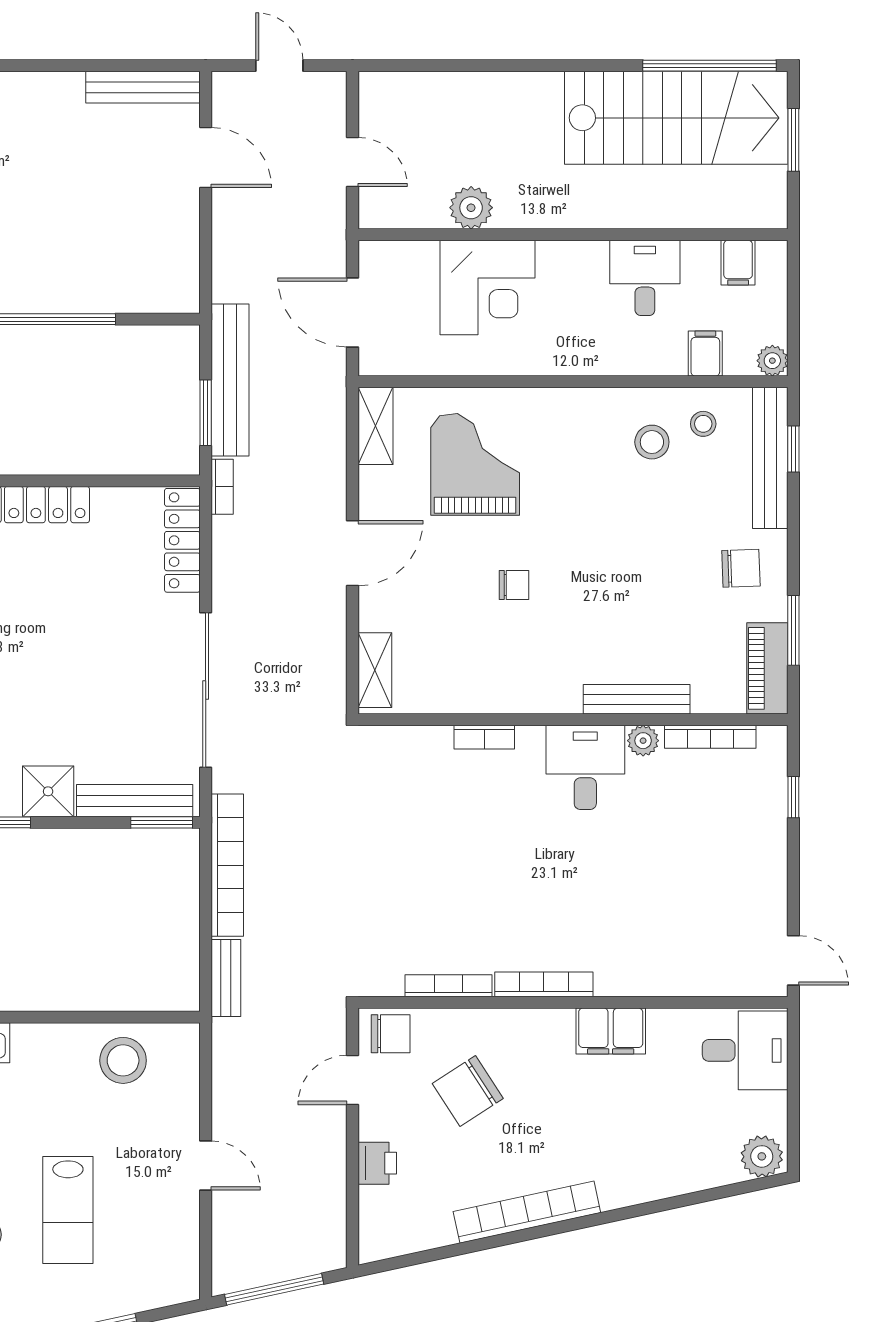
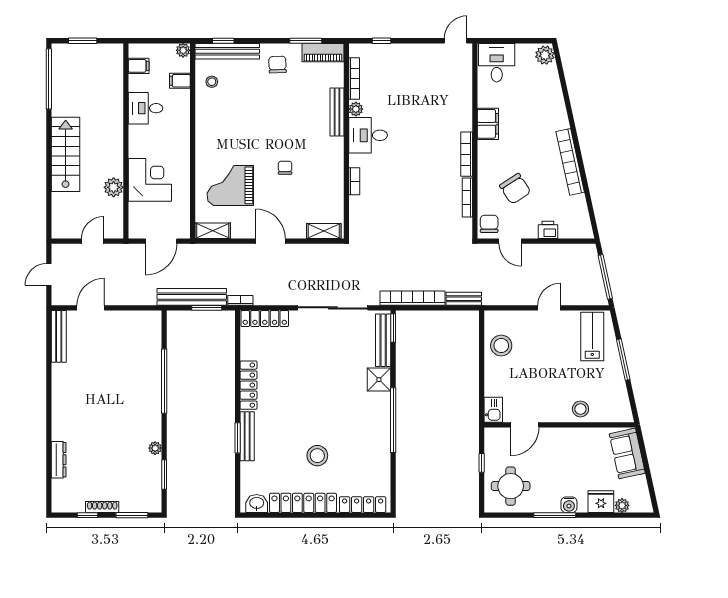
stairs: (676, 118) -> (66, 154), moved, width x0.73, depth x0.66
stool: (652, 442) -> (220, 105), removed
lab bench: (68, 1210) -> (592, 336), moved, turned -90

